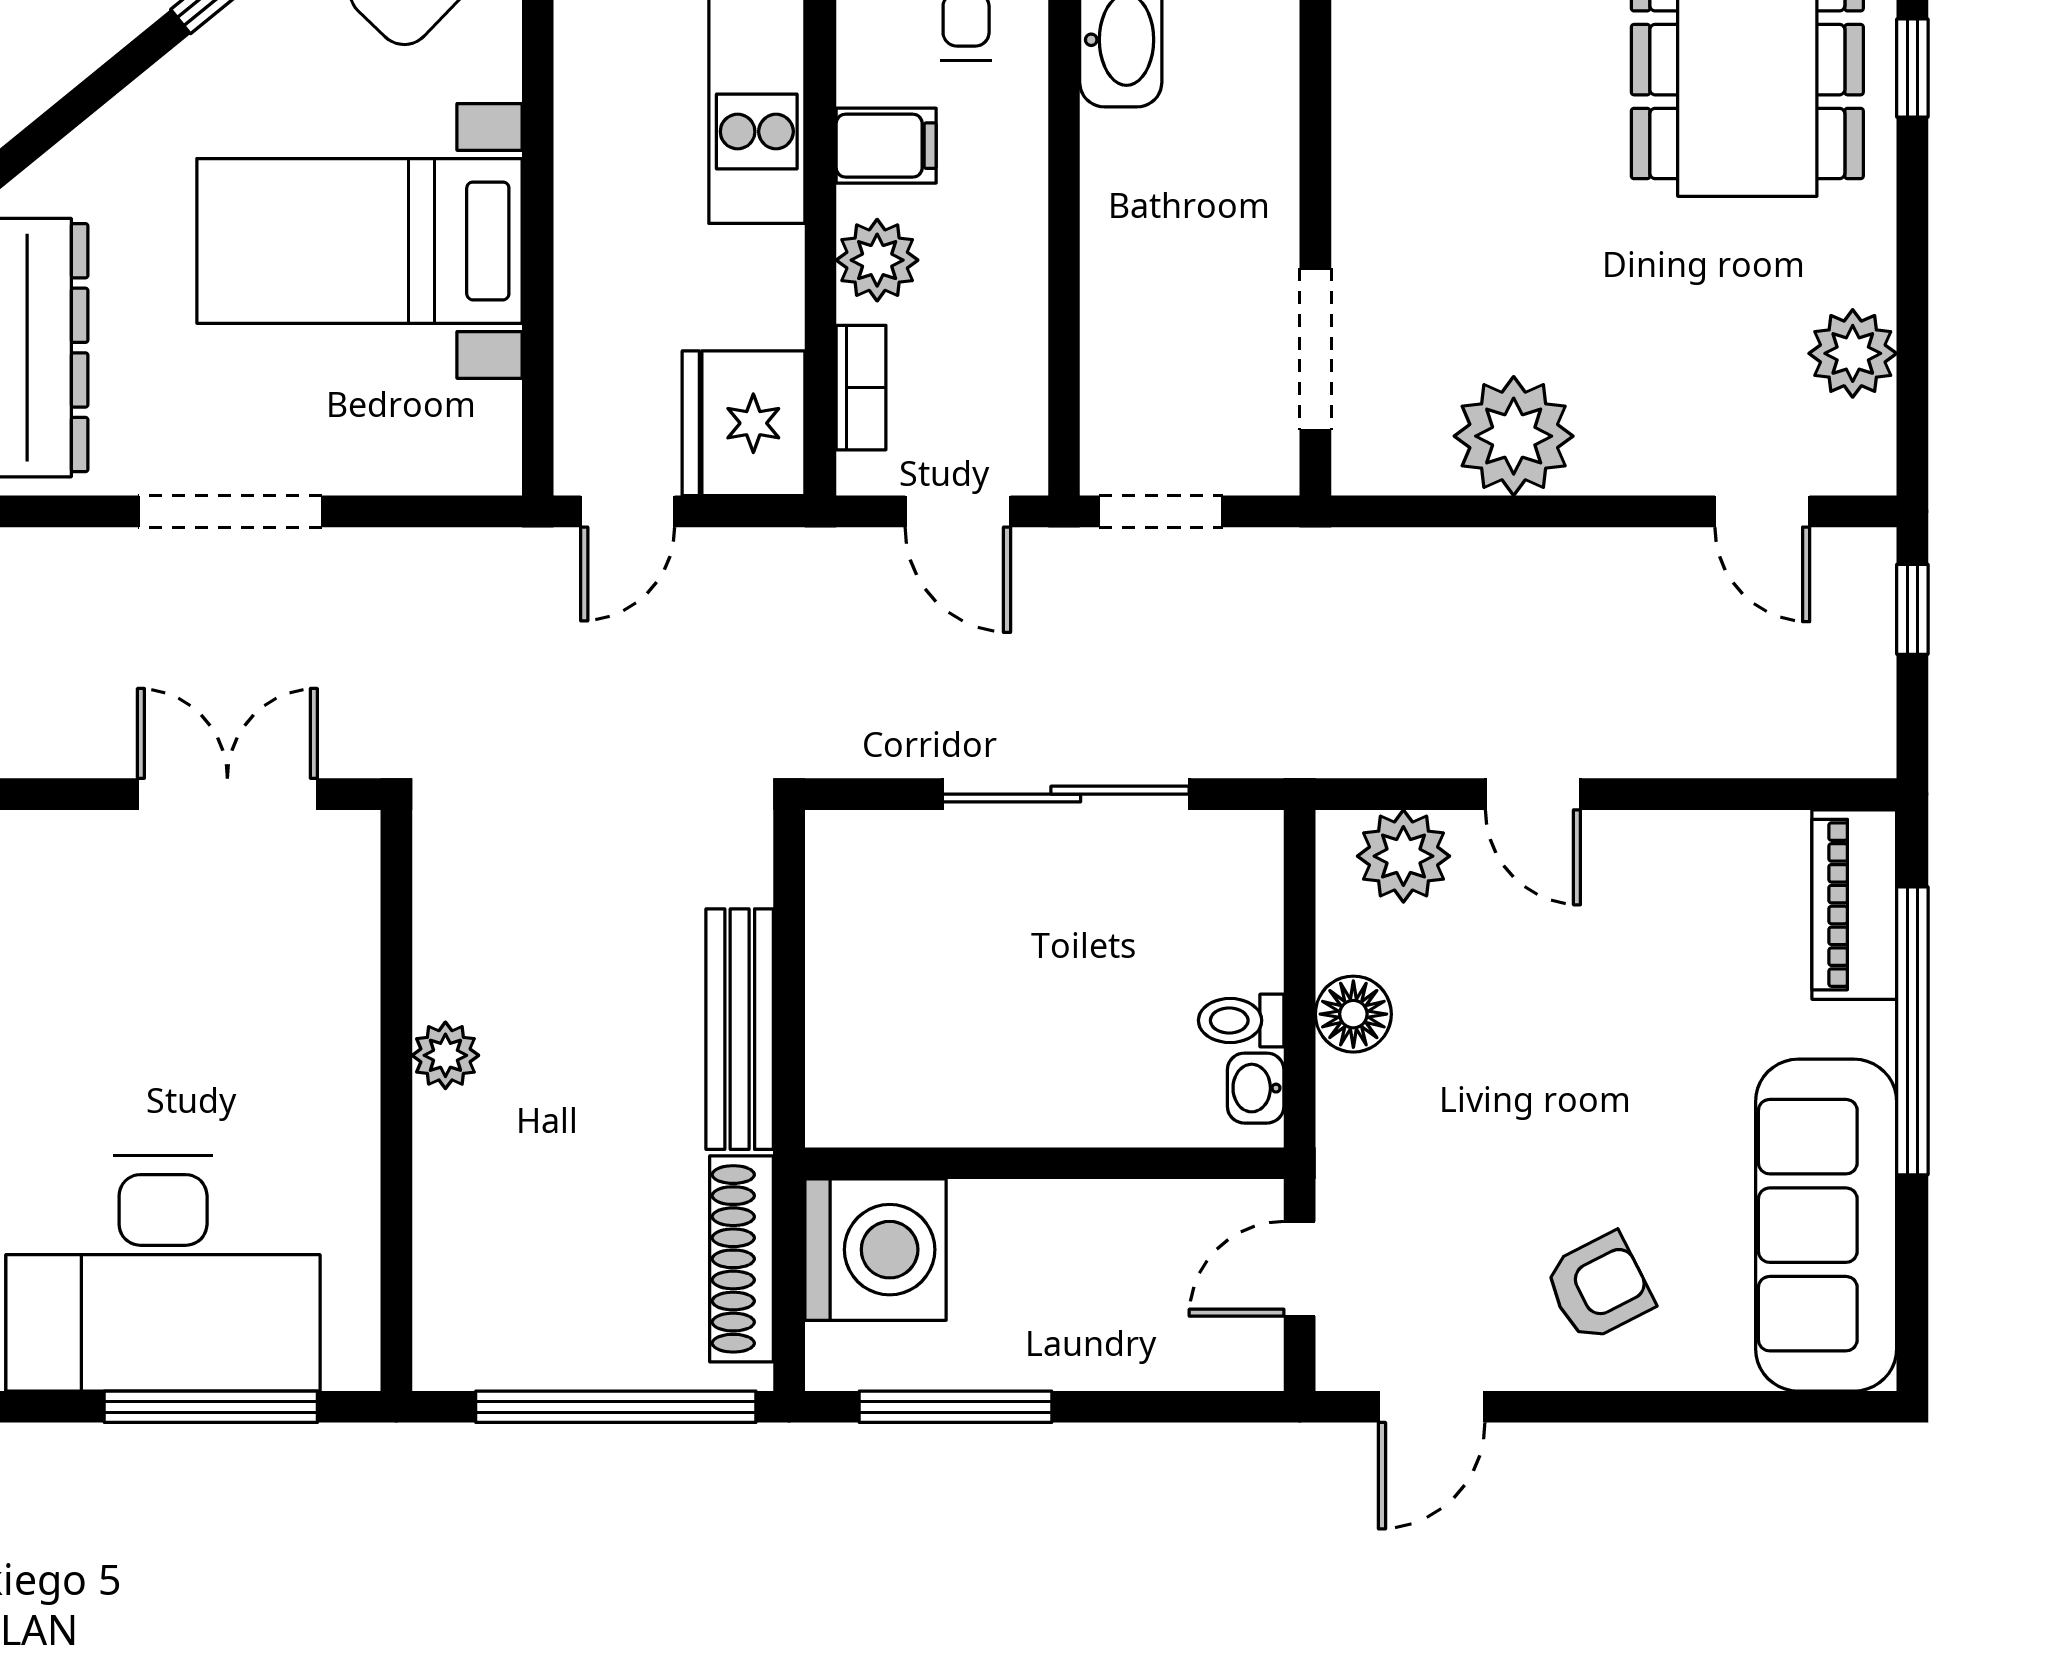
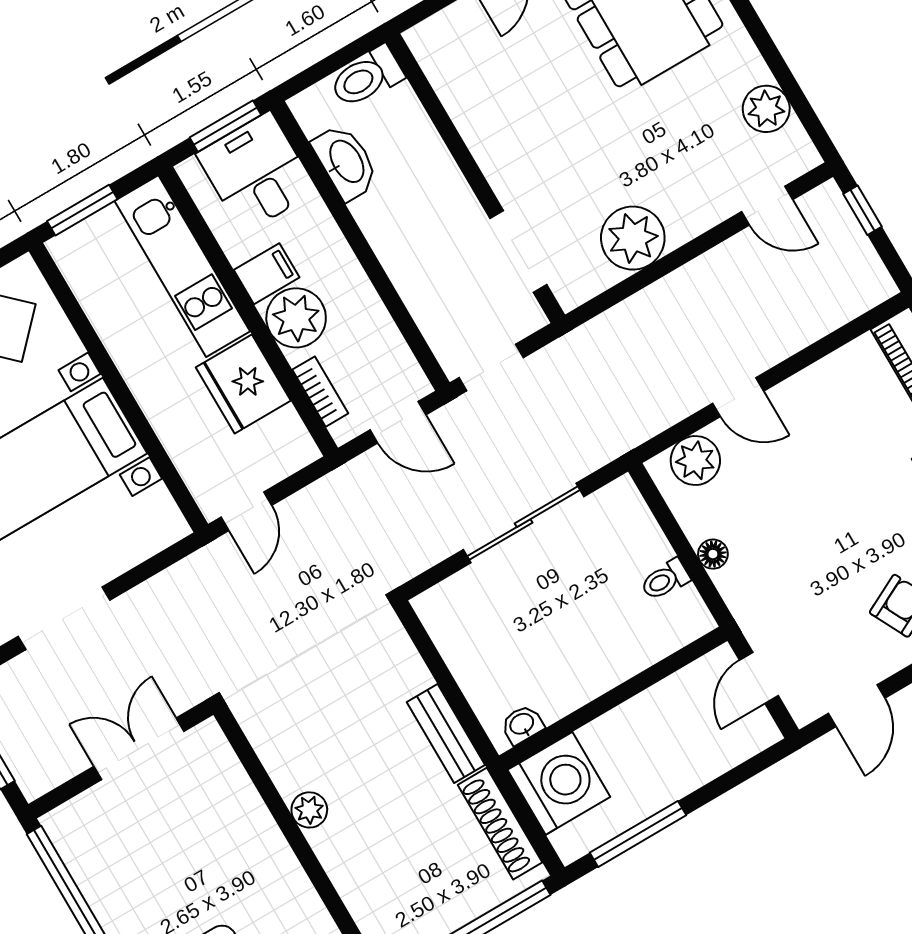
plant: (877, 260) -> (296, 318), width x1.36, depth x1.36
fridge: (743, 423) -> (243, 384), moved
floor lamp: (1353, 1014) -> (713, 554), width x0.73, depth x0.73
bench: (740, 1029) -> (446, 733), width x0.73
washbasin: (1256, 1088) -> (522, 725), moved, turned 90

